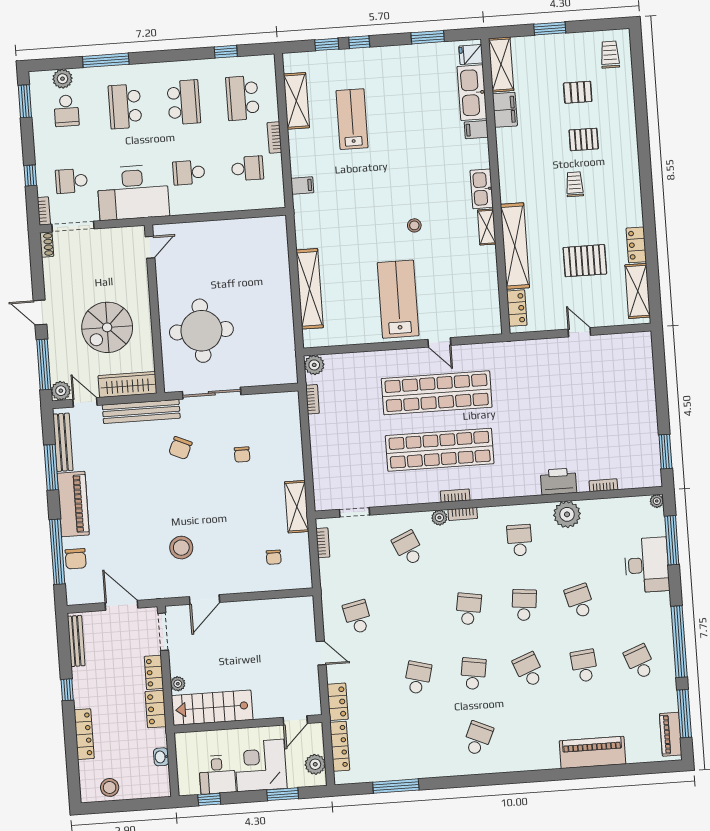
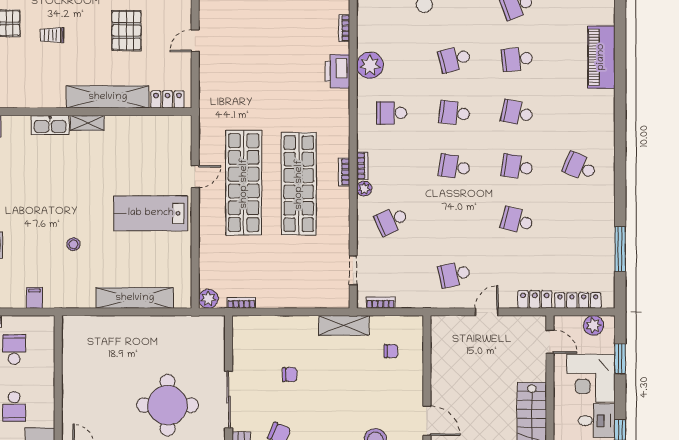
stool: (414, 225) -> (73, 244), moved
school desk: (529, 670) -> (517, 113), turned 33

